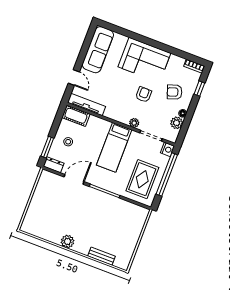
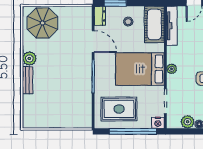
cot: (76, 116) -> (154, 24), width x1.37, depth x1.34
plant: (134, 123) -> (172, 69), moved
bed: (114, 147) -> (140, 69), width x1.50
parasol: (41, 218) -> (42, 23), added
bench: (102, 256) -> (28, 80), moved

